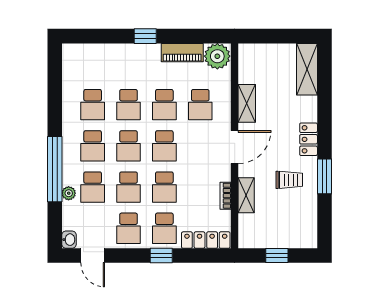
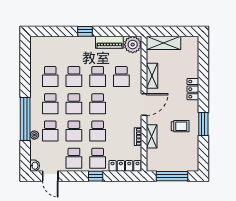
shelving: (307, 69) -> (164, 43), moved, turned 90
locker: (309, 139) -> (193, 89), moved
window: (277, 256) -> (172, 176), width x2.17

